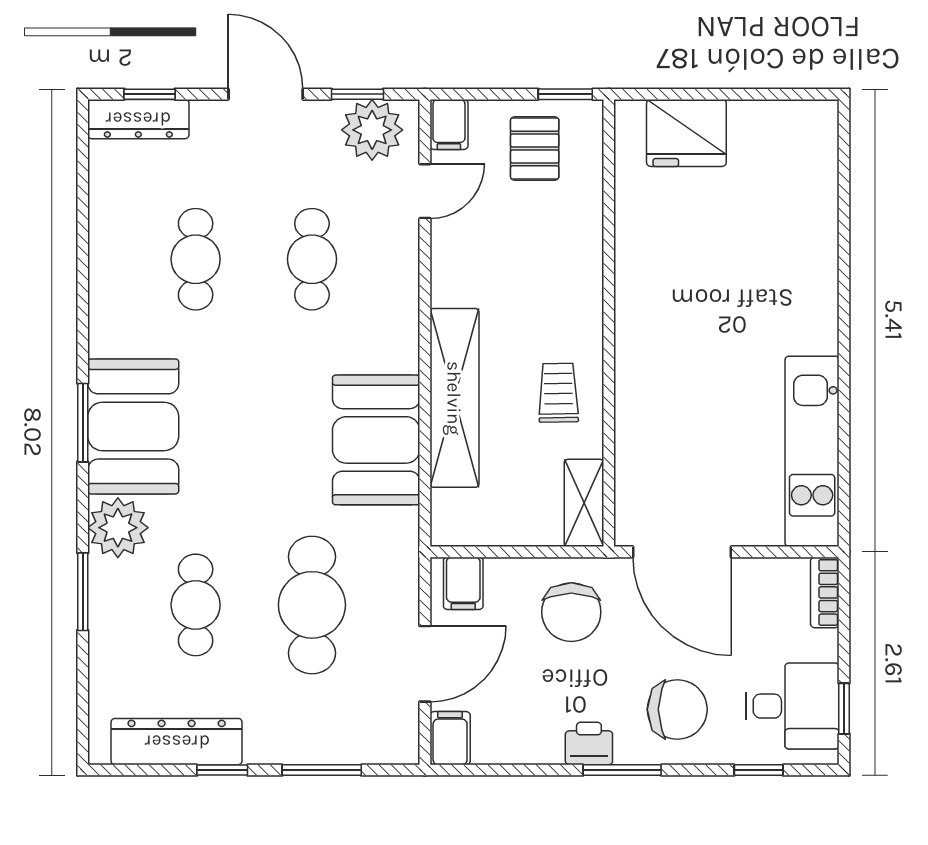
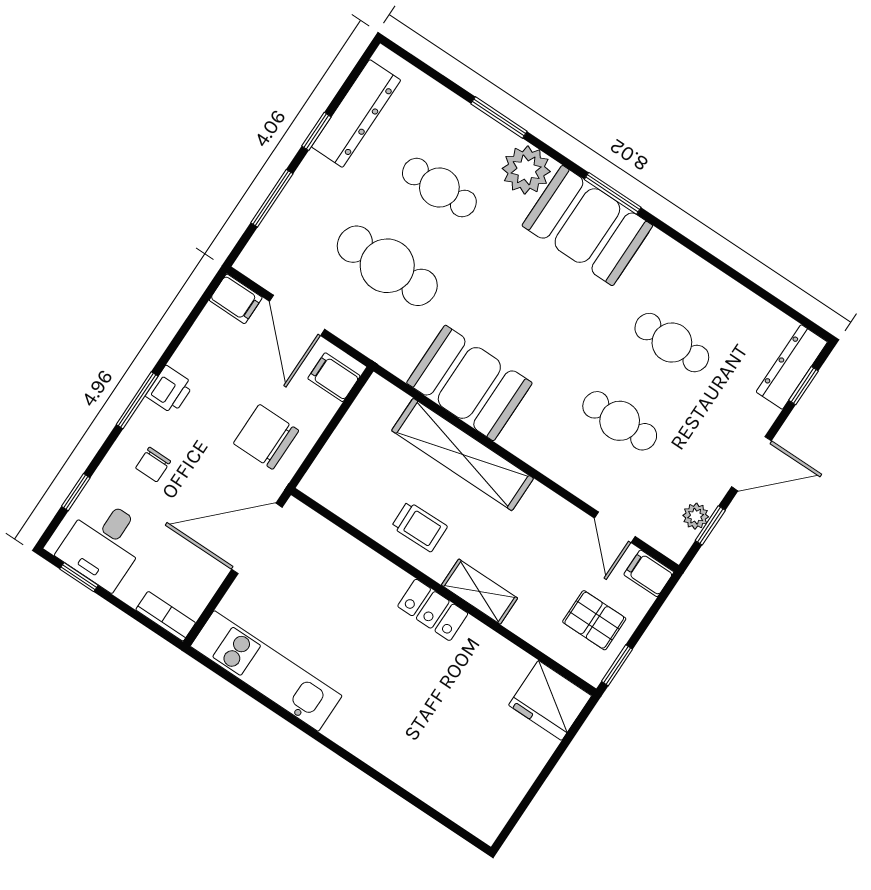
plant: (372, 130) -> (696, 516), width x0.53, depth x0.53
fridge: (686, 133) -> (550, 700), moved, turned -90
locker: (635, 322) -> (433, 610), added
shelving: (584, 503) -> (480, 592), moved
chair: (677, 709) -> (153, 465), width x0.54, depth x0.54

